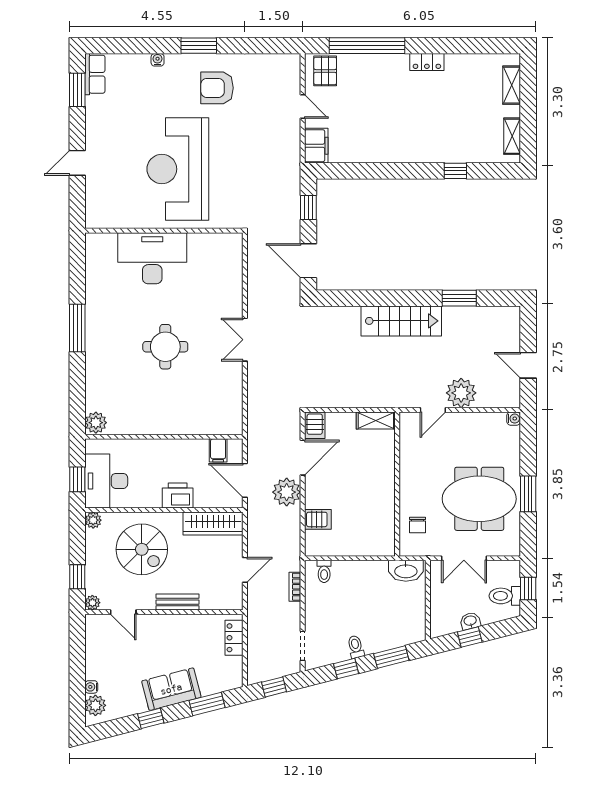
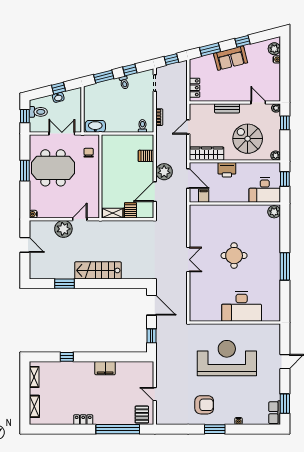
filing cabinet: (316, 146) -> (105, 368), moved, turned -90
reception desk: (178, 169) -> (227, 358), turned -90
server rack: (315, 425) -> (131, 210), moved
desk: (106, 481) -> (265, 190), moved, turned 90

